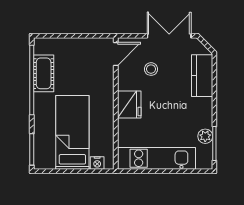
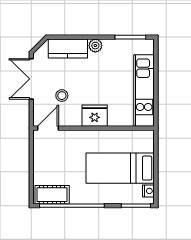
door: (116, 54) -> (48, 128), hinge flipped
cot: (44, 73) -> (52, 195), moved
plant: (205, 136) -> (95, 46), moved
nightstand: (97, 163) -> (148, 191), moved

